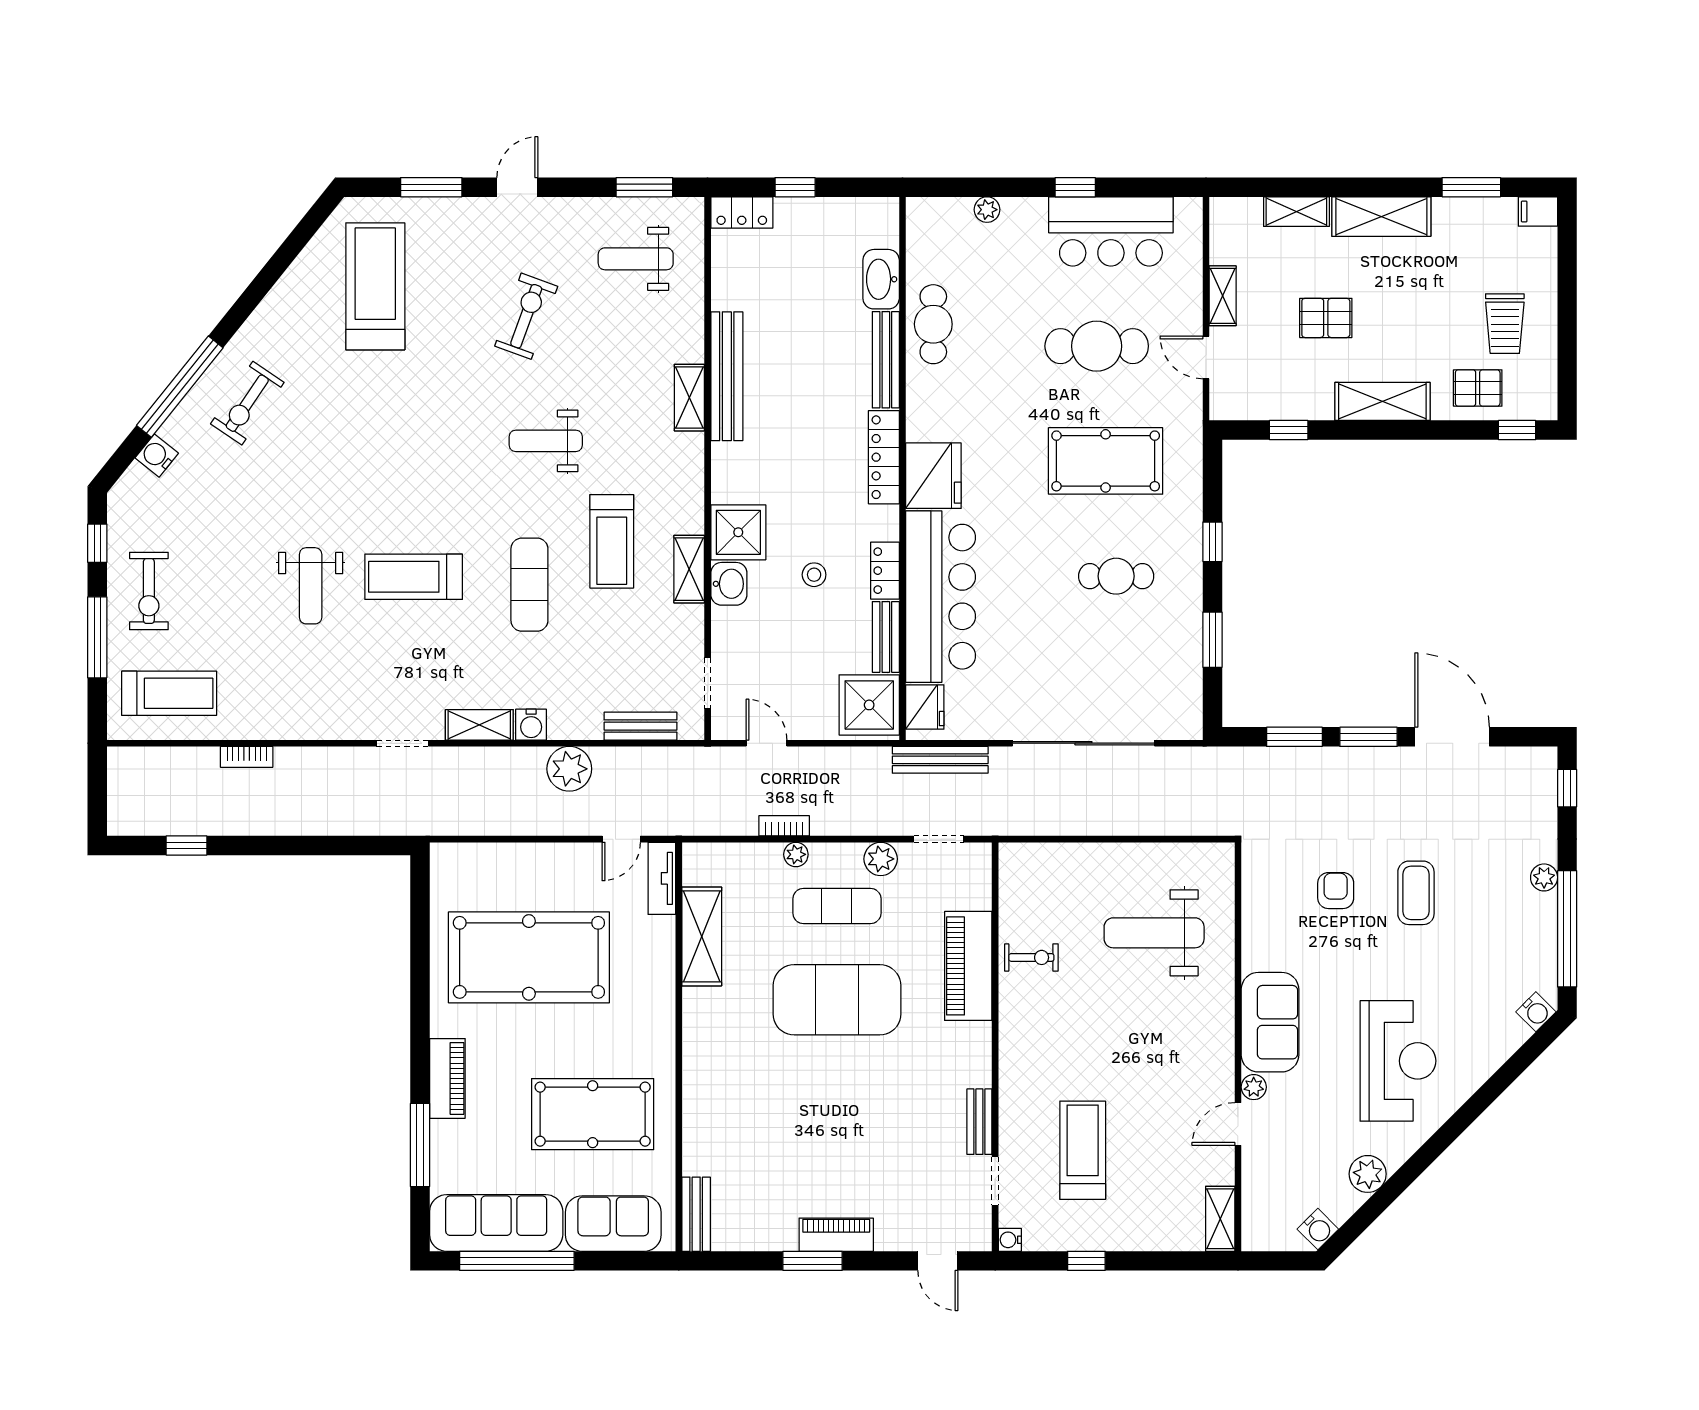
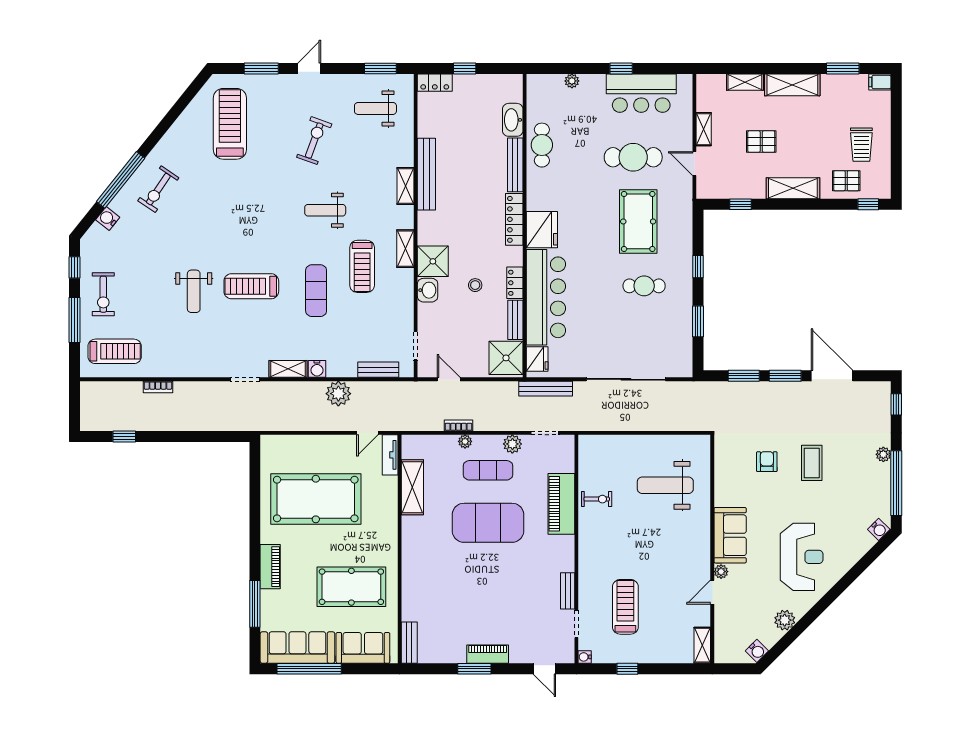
pool table: (1106, 461) -> (638, 221), turned 90
shelving: (689, 569) -> (405, 249), moved

